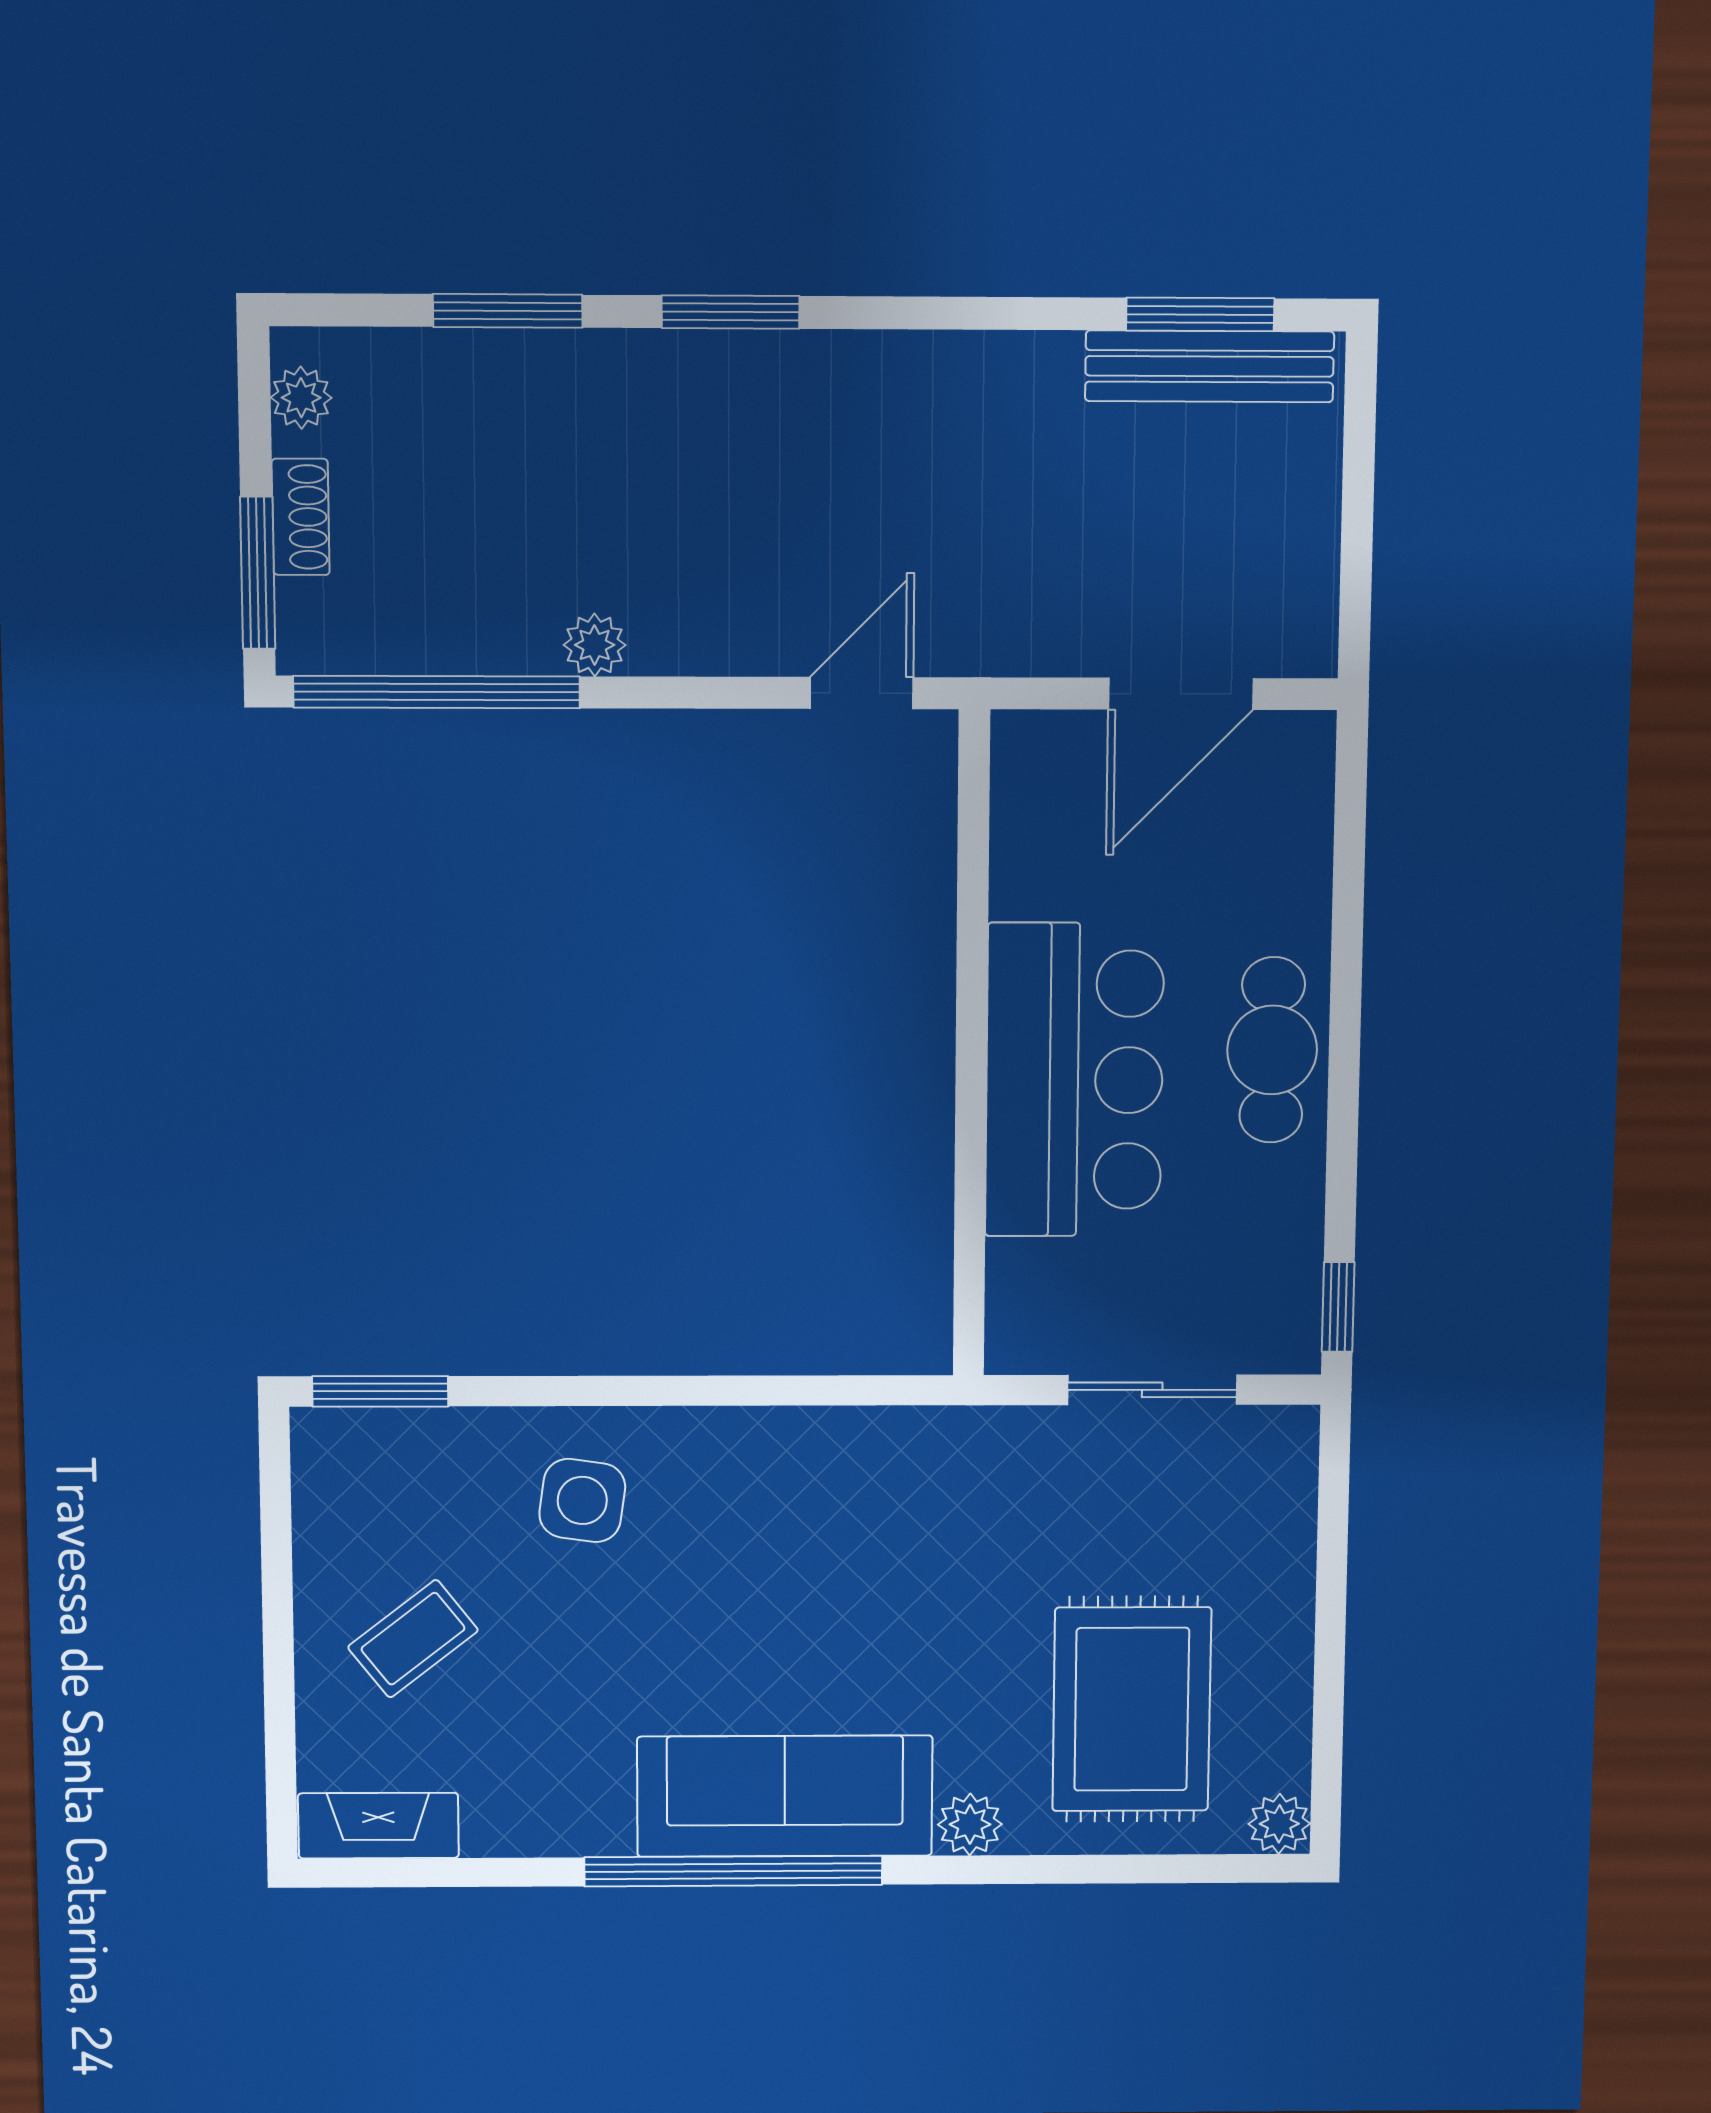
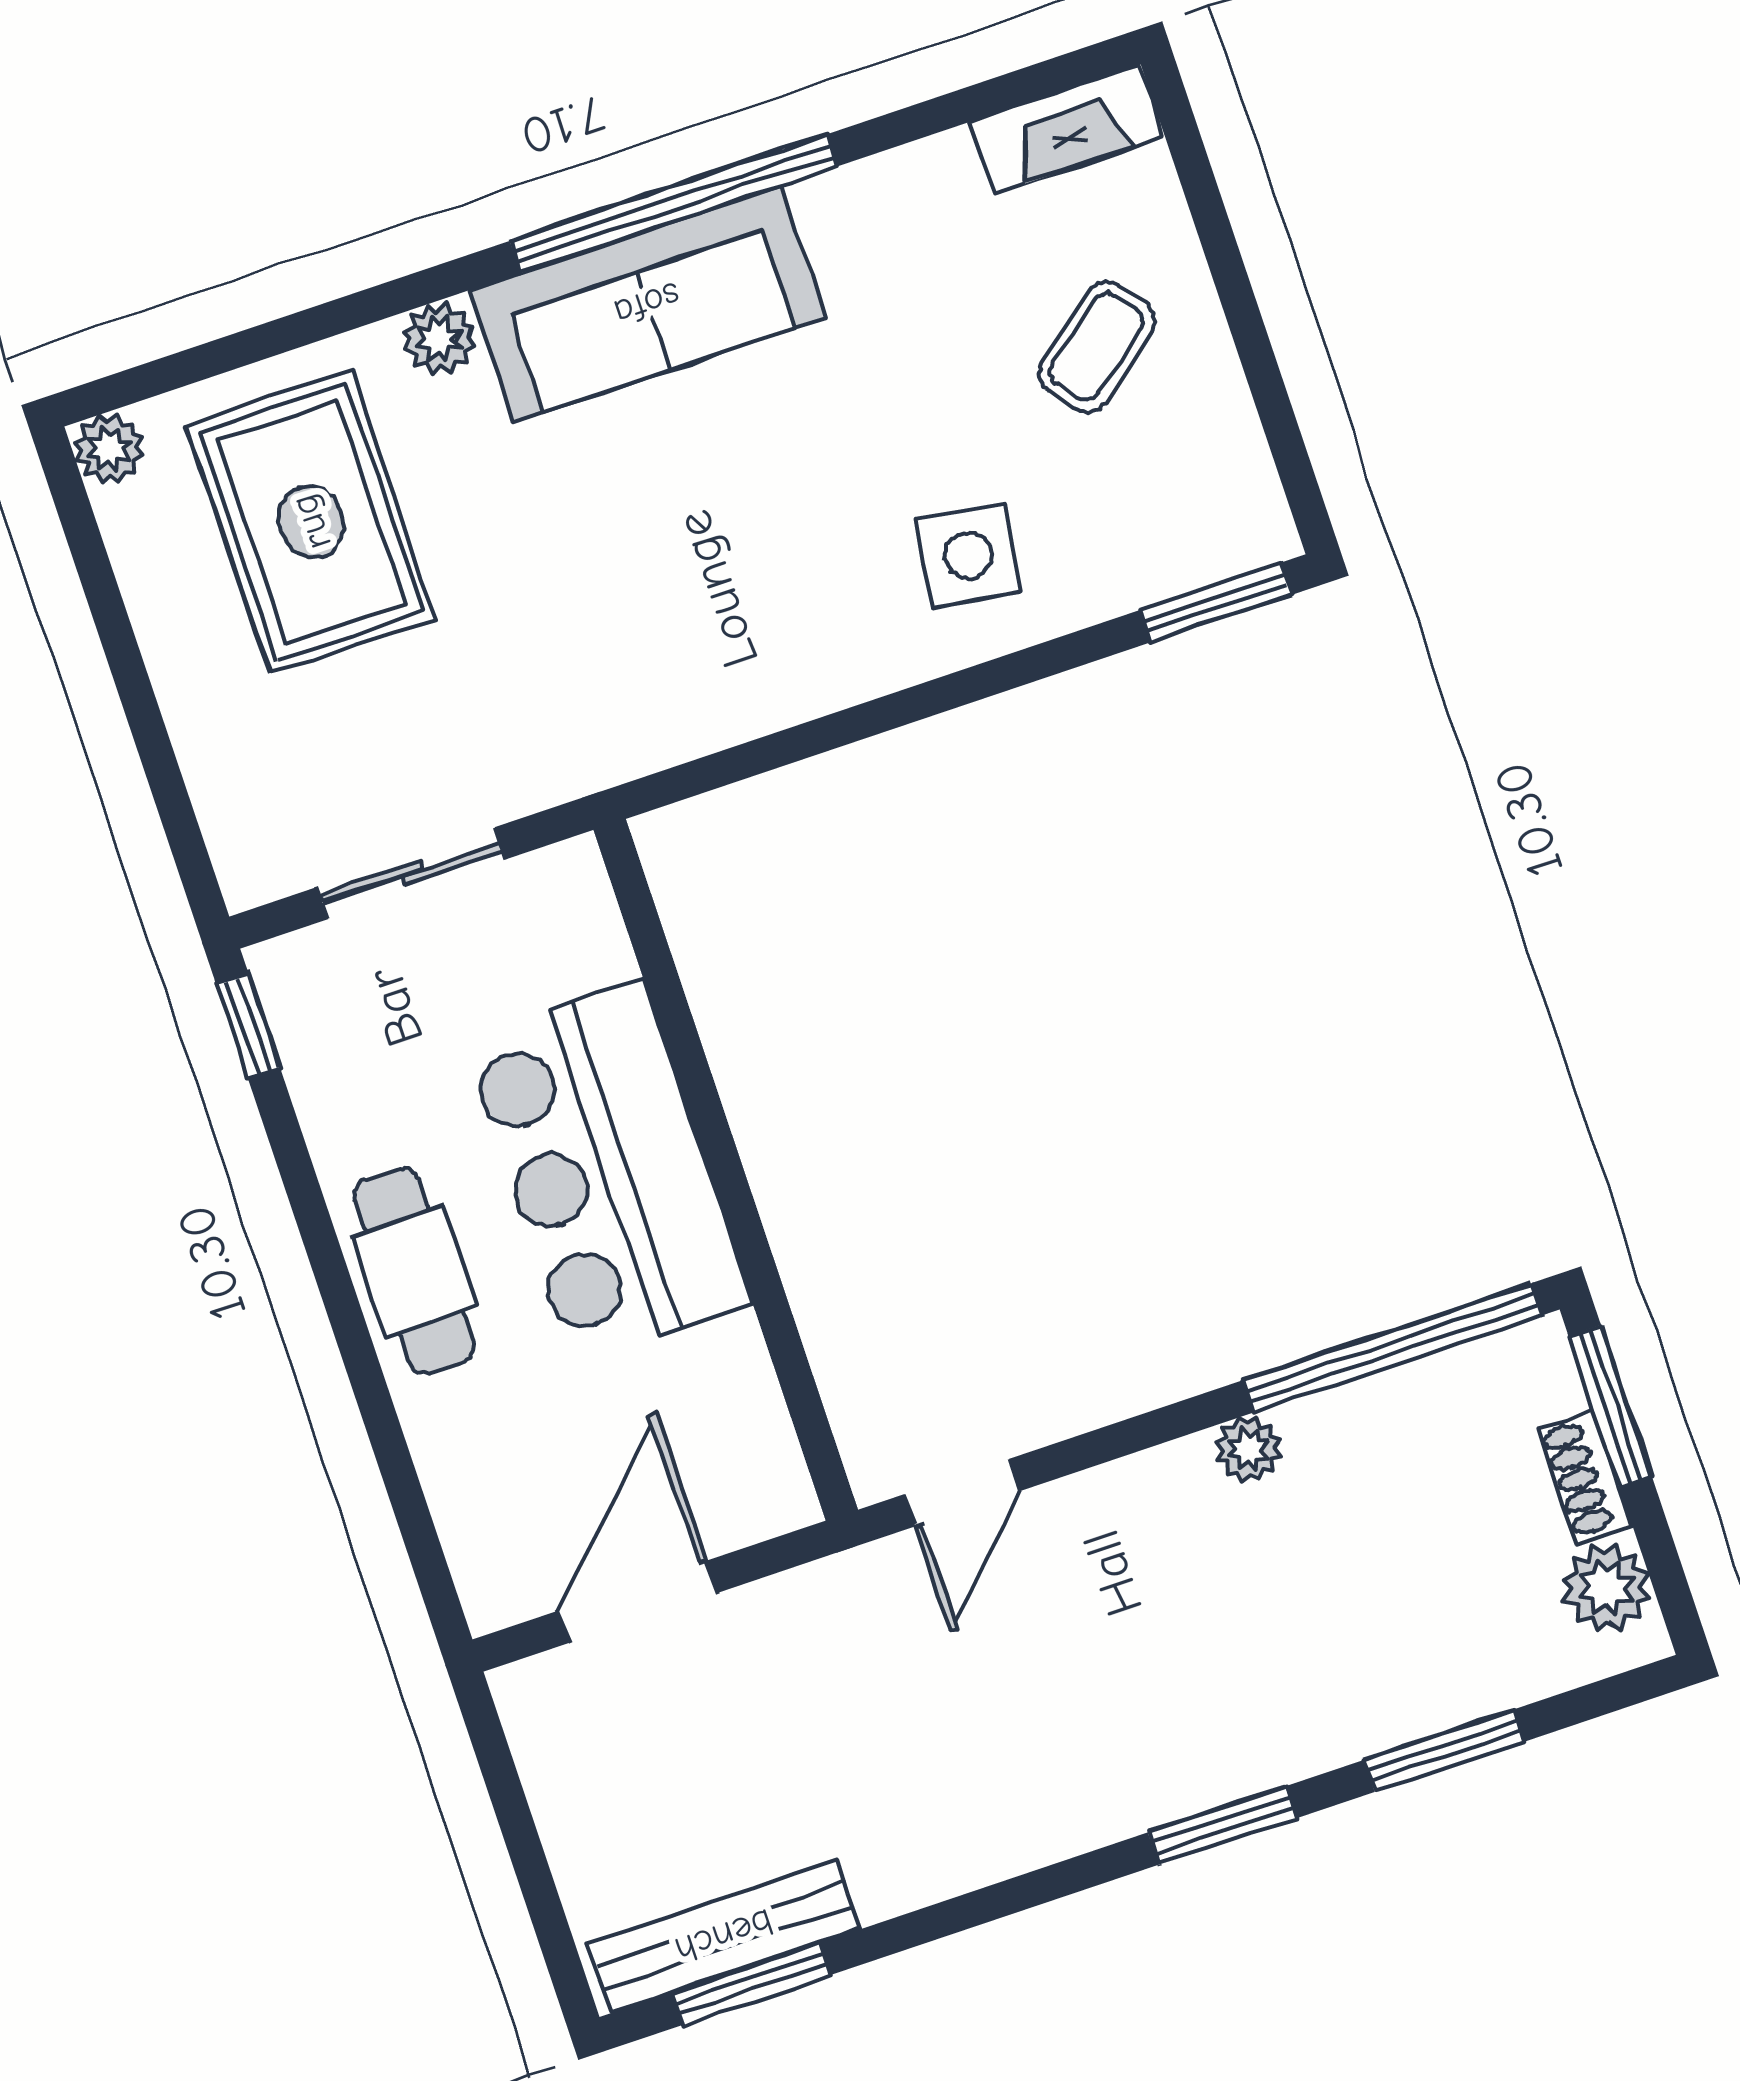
plant: (301, 398) -> (1607, 1588), width x1.38, depth x1.38

